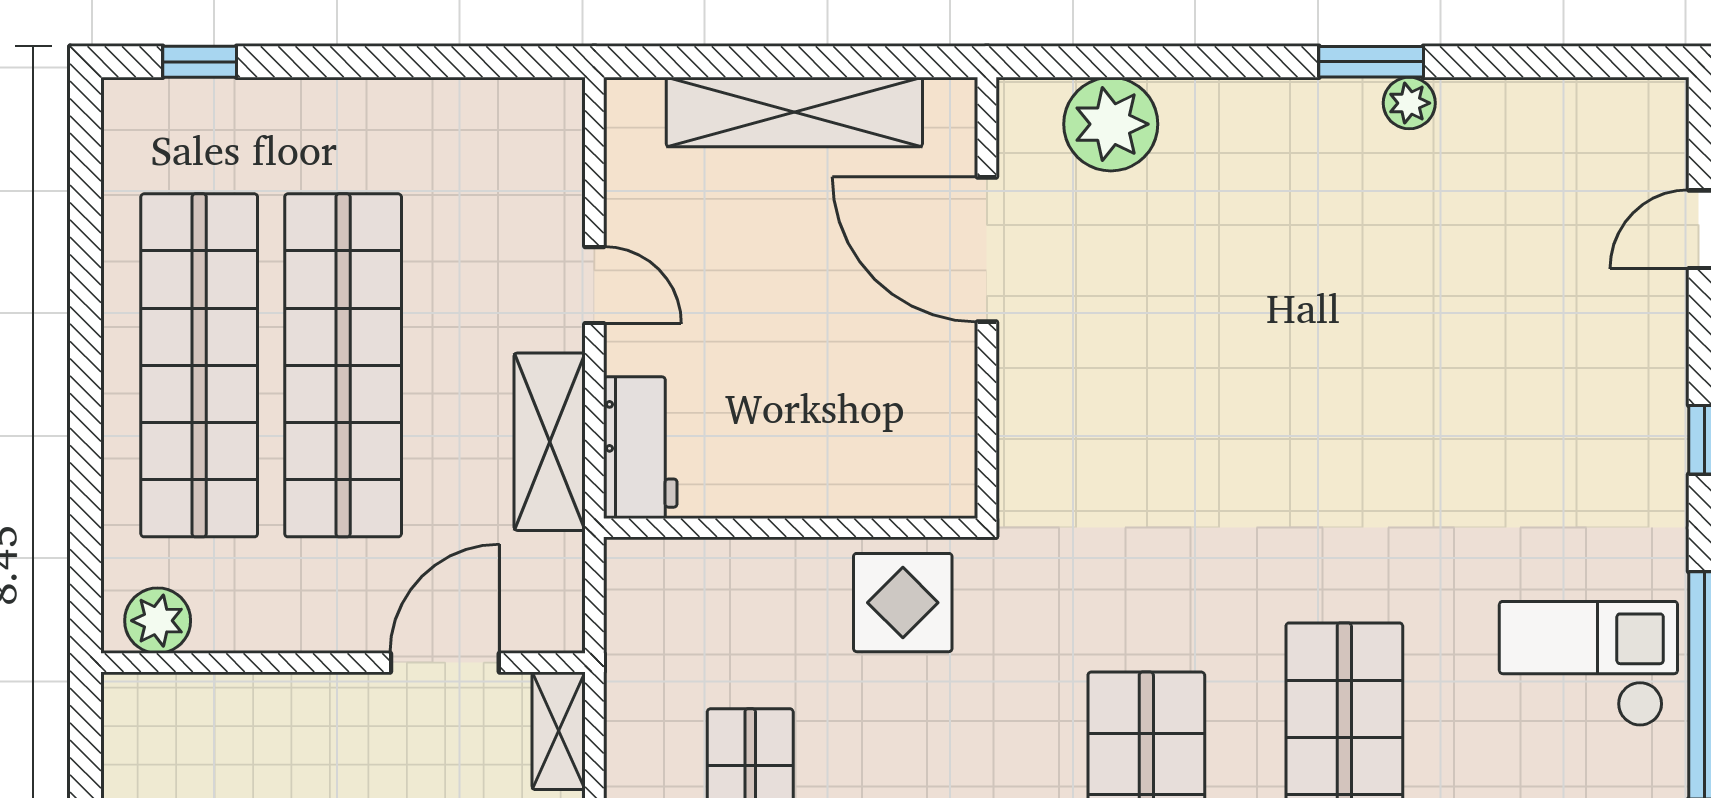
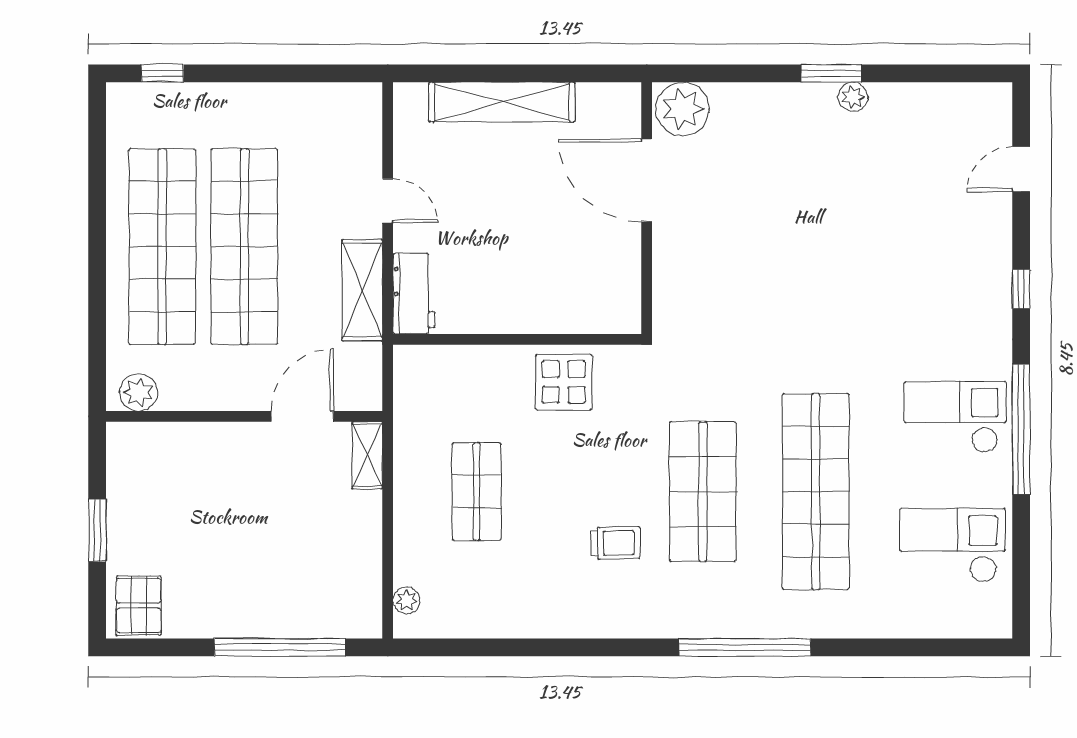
door: (987, 249) -> (647, 180), moved
wall: (987, 298) -> (647, 208), moved

